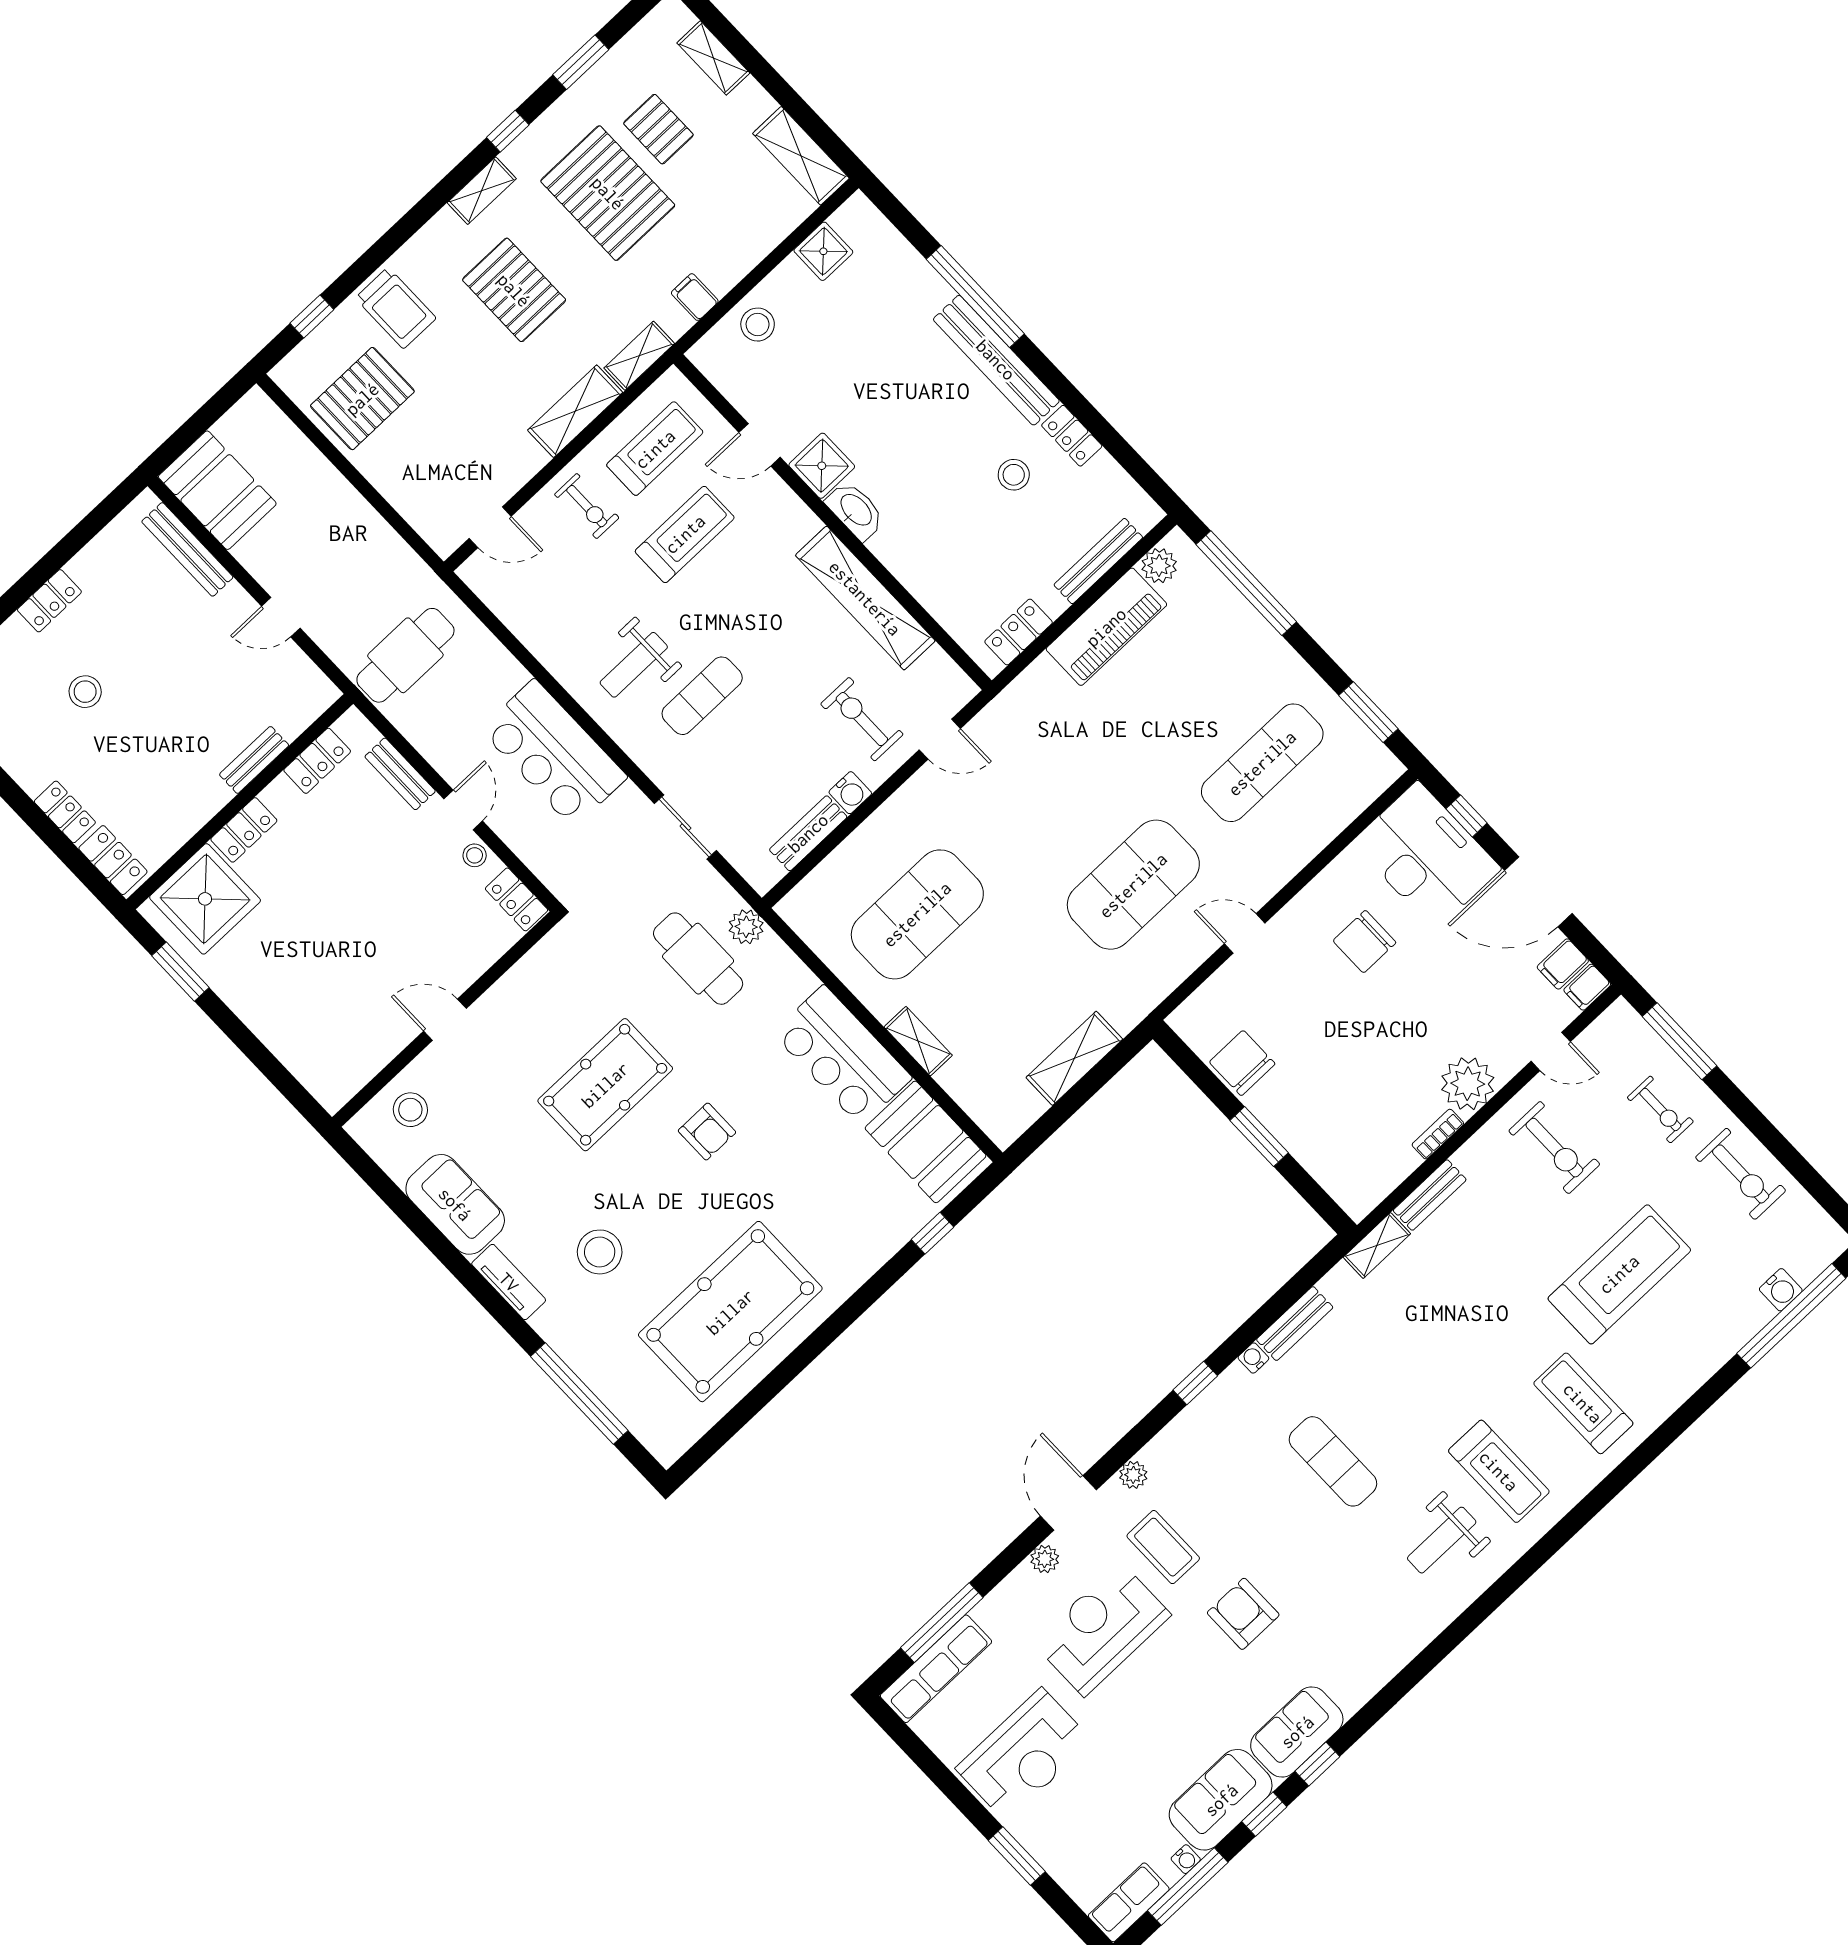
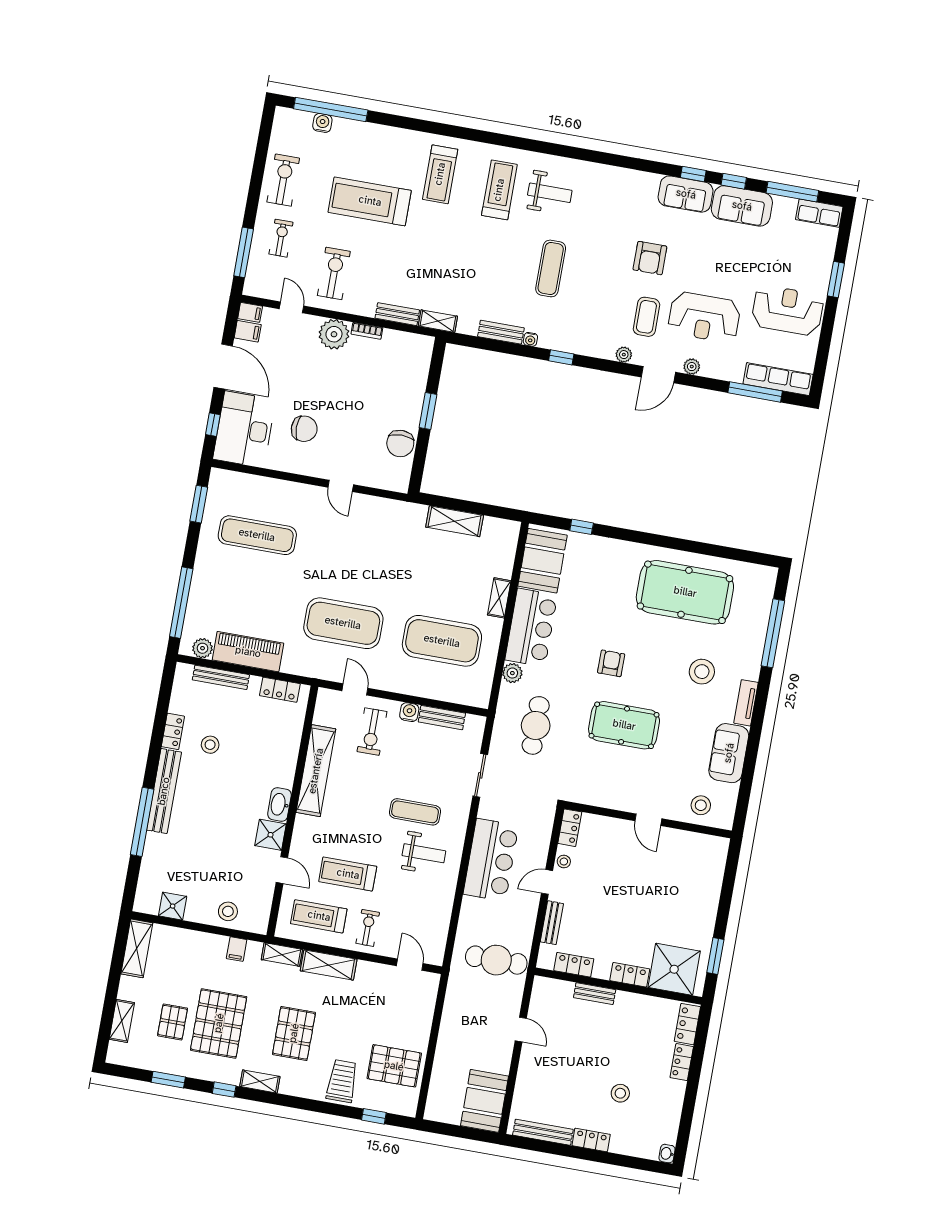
bench: (187, 549) -> (543, 1132), moved, turned 90
exercise mat: (1133, 885) -> (343, 623), moved
plant: (746, 927) -> (512, 673), moved
water cooler: (1186, 1859) -> (781, 202), removed

